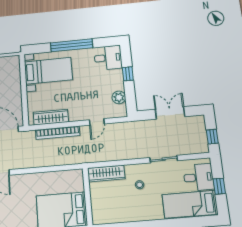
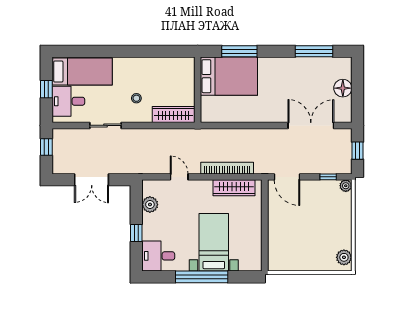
bed with nightstands: (48, 71) -> (214, 242), moved, turned 90
door: (97, 122) -> (179, 177), hinge flipped

